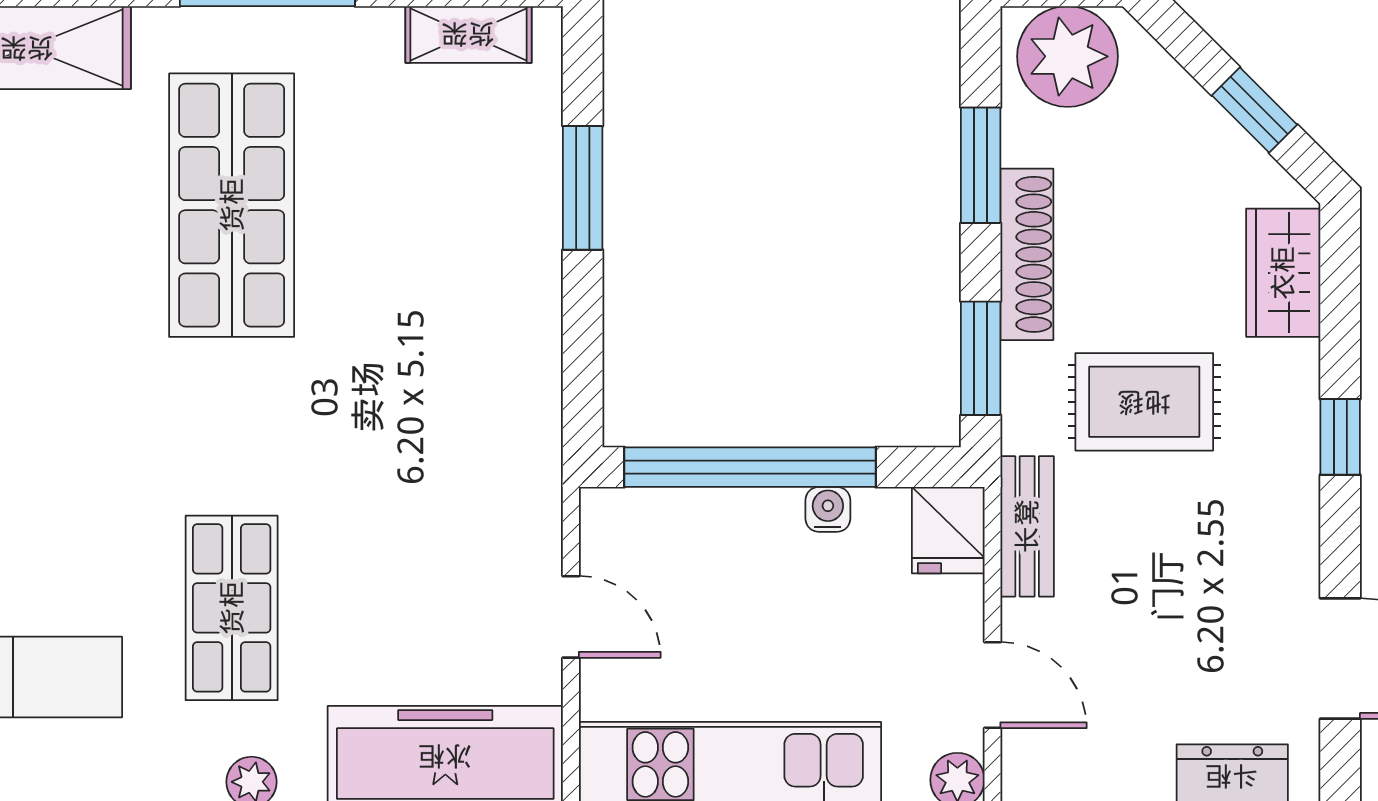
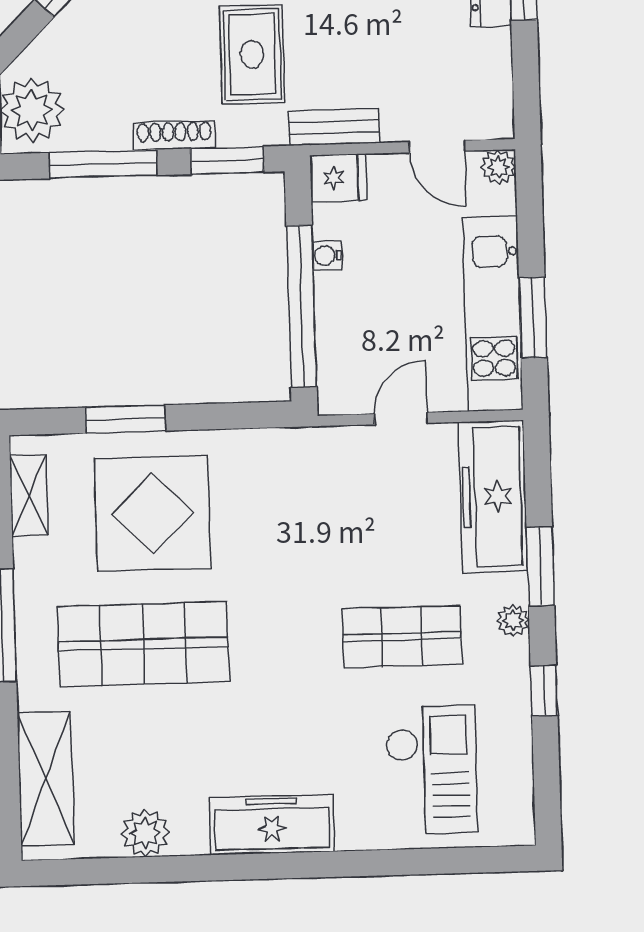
window: (981, 165) -> (103, 164), width x1.44
display table: (435, 226) -> (152, 514), added
shoe rack: (1027, 254) -> (174, 135), width x0.74, depth x0.81
door: (992, 685) -> (437, 146), swing flipped

